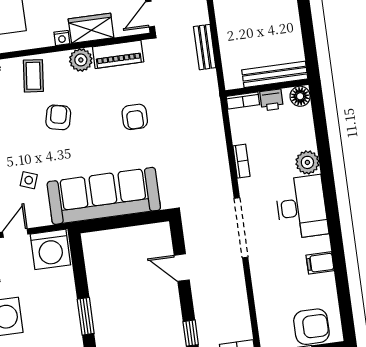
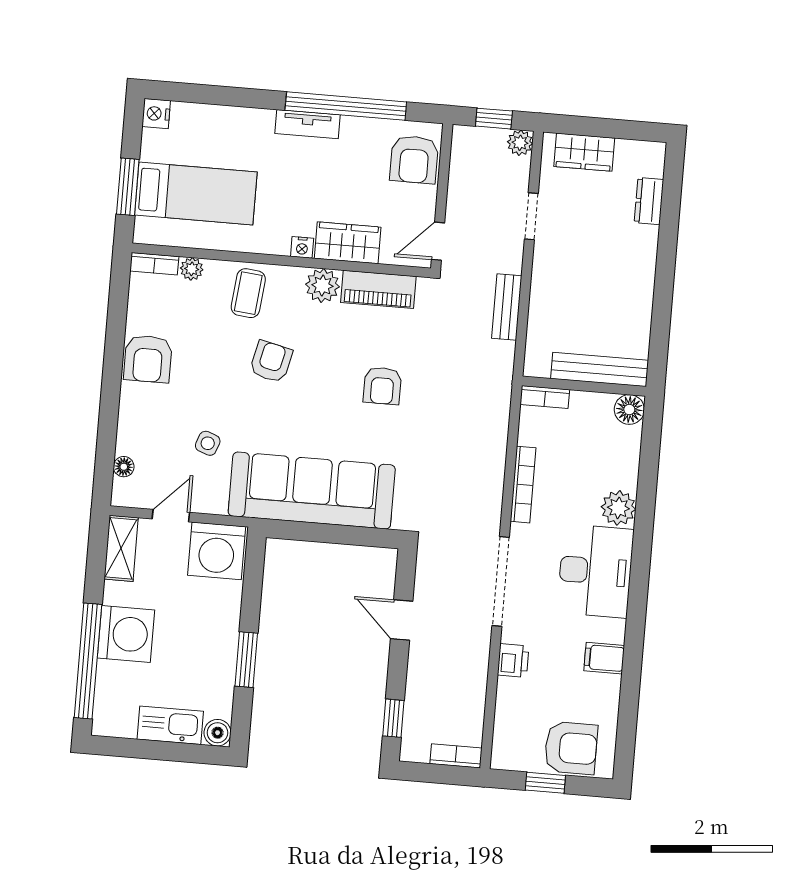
printer: (272, 100) -> (513, 660), moved, turned -90
bookcase: (241, 161) -> (523, 485), width x1.56

